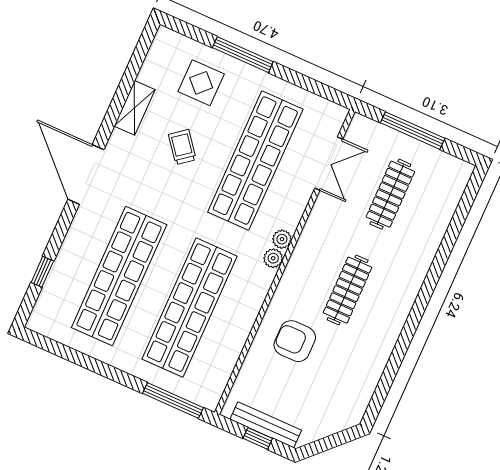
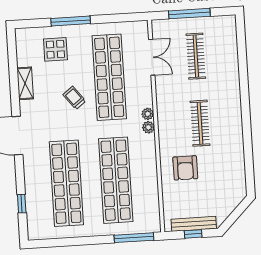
trolley: (182, 147) -> (74, 98), moved
armchair: (295, 341) -> (185, 168), turned -90

